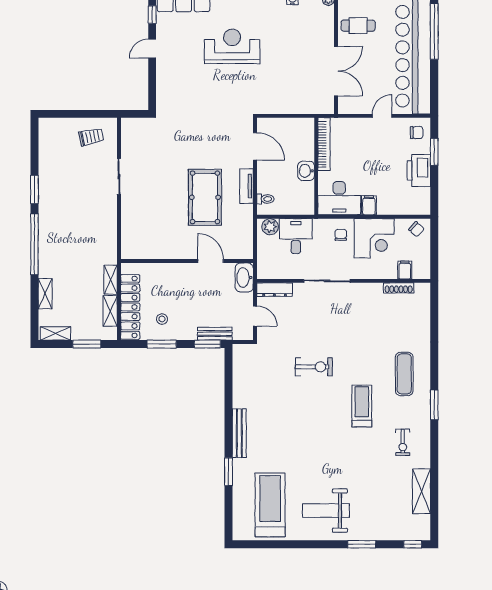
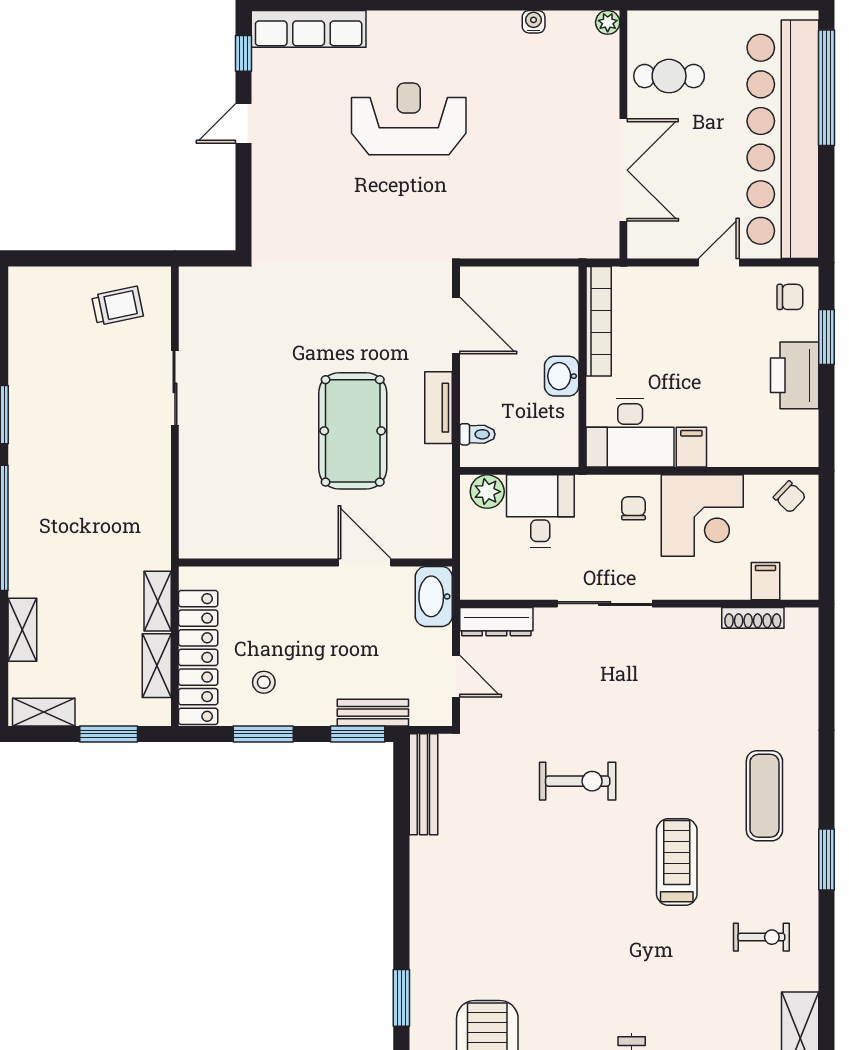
bench: (239, 433) -> (423, 784), moved
exercise bike: (403, 442) -> (761, 937), turned -90

